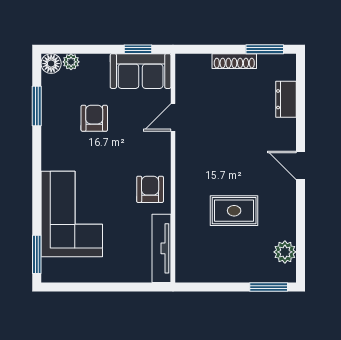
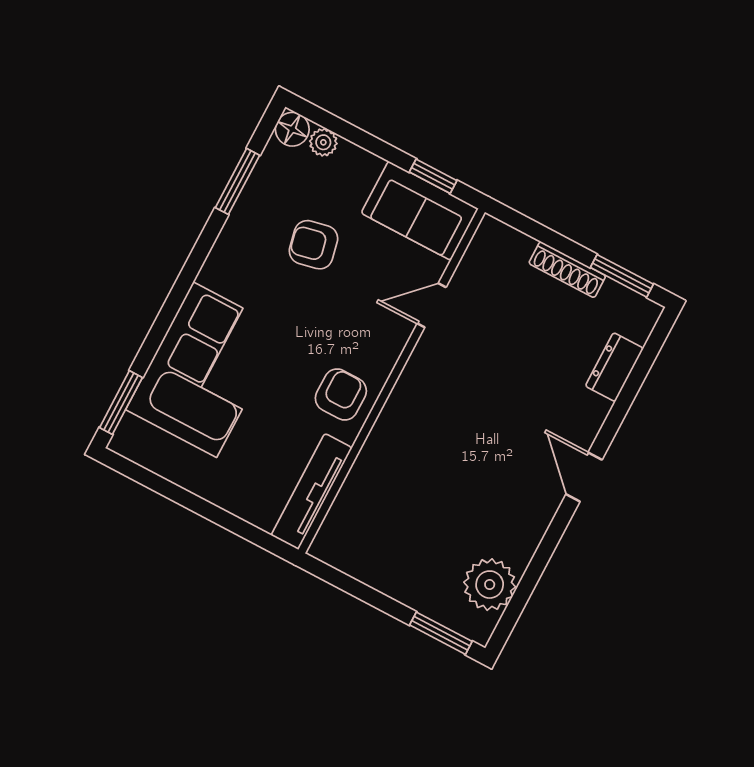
armchair: (94, 118) -> (314, 245), turned -102
rug: (234, 211) -> (449, 492), removed
plant: (285, 252) -> (490, 585), width x1.36, depth x1.36

